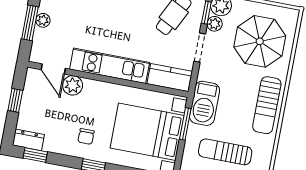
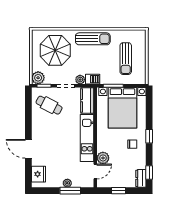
plant: (215, 24) -> (80, 80), moved
barbecue: (205, 103) -> (93, 79), width x0.53, depth x0.65

